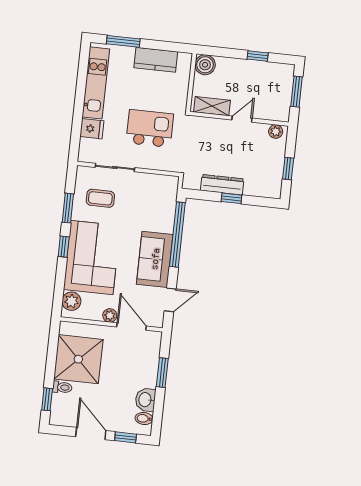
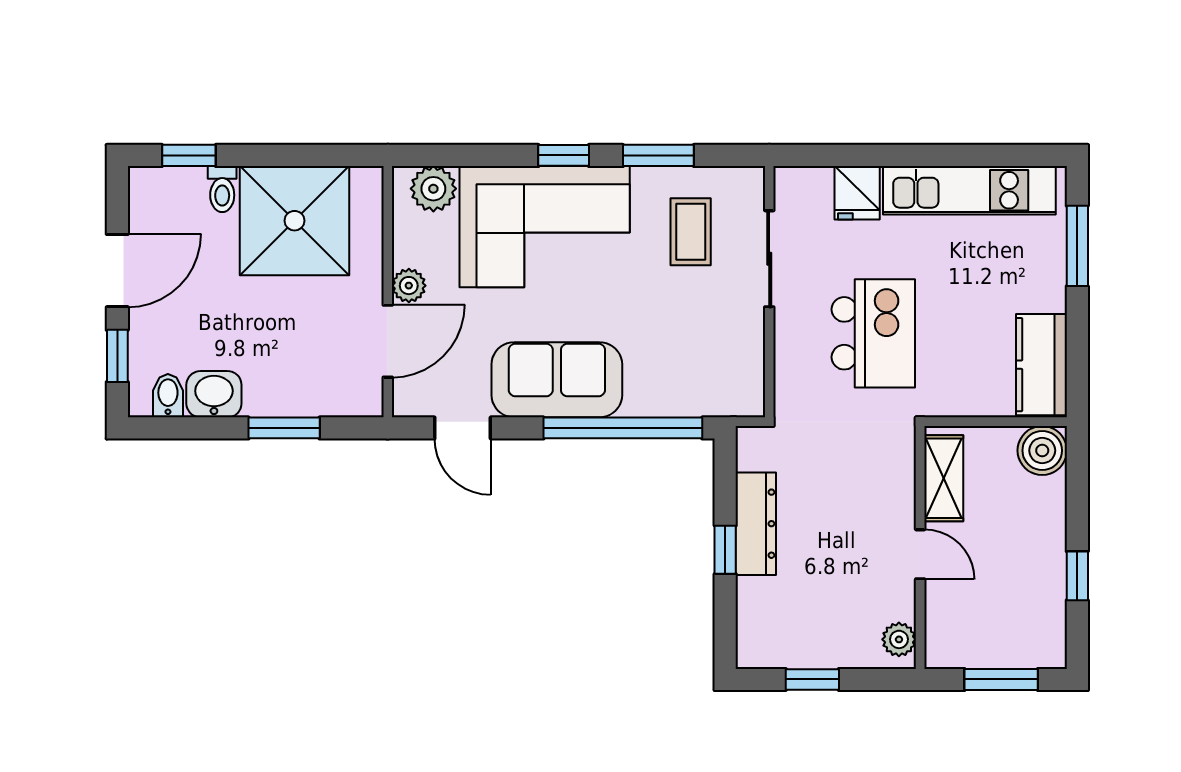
kitchen counter: (156, 60) -> (1041, 365), moved

